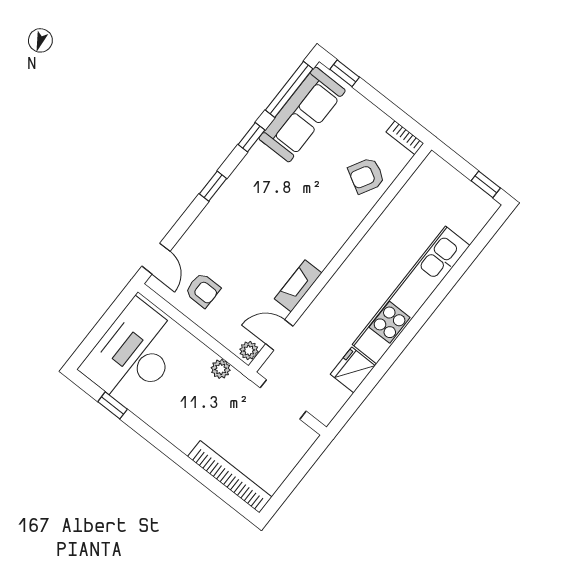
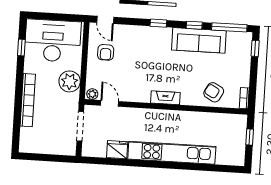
sofa: (302, 114) -> (199, 40), moved
window: (486, 184) -> (250, 137), moved
door: (156, 259) -> (105, 20), hinge flipped
fireplace: (298, 286) -> (165, 98), moved
plant: (221, 369) -> (70, 81), width x1.88, depth x1.88
bookcase: (230, 477) -> (28, 100), moved

